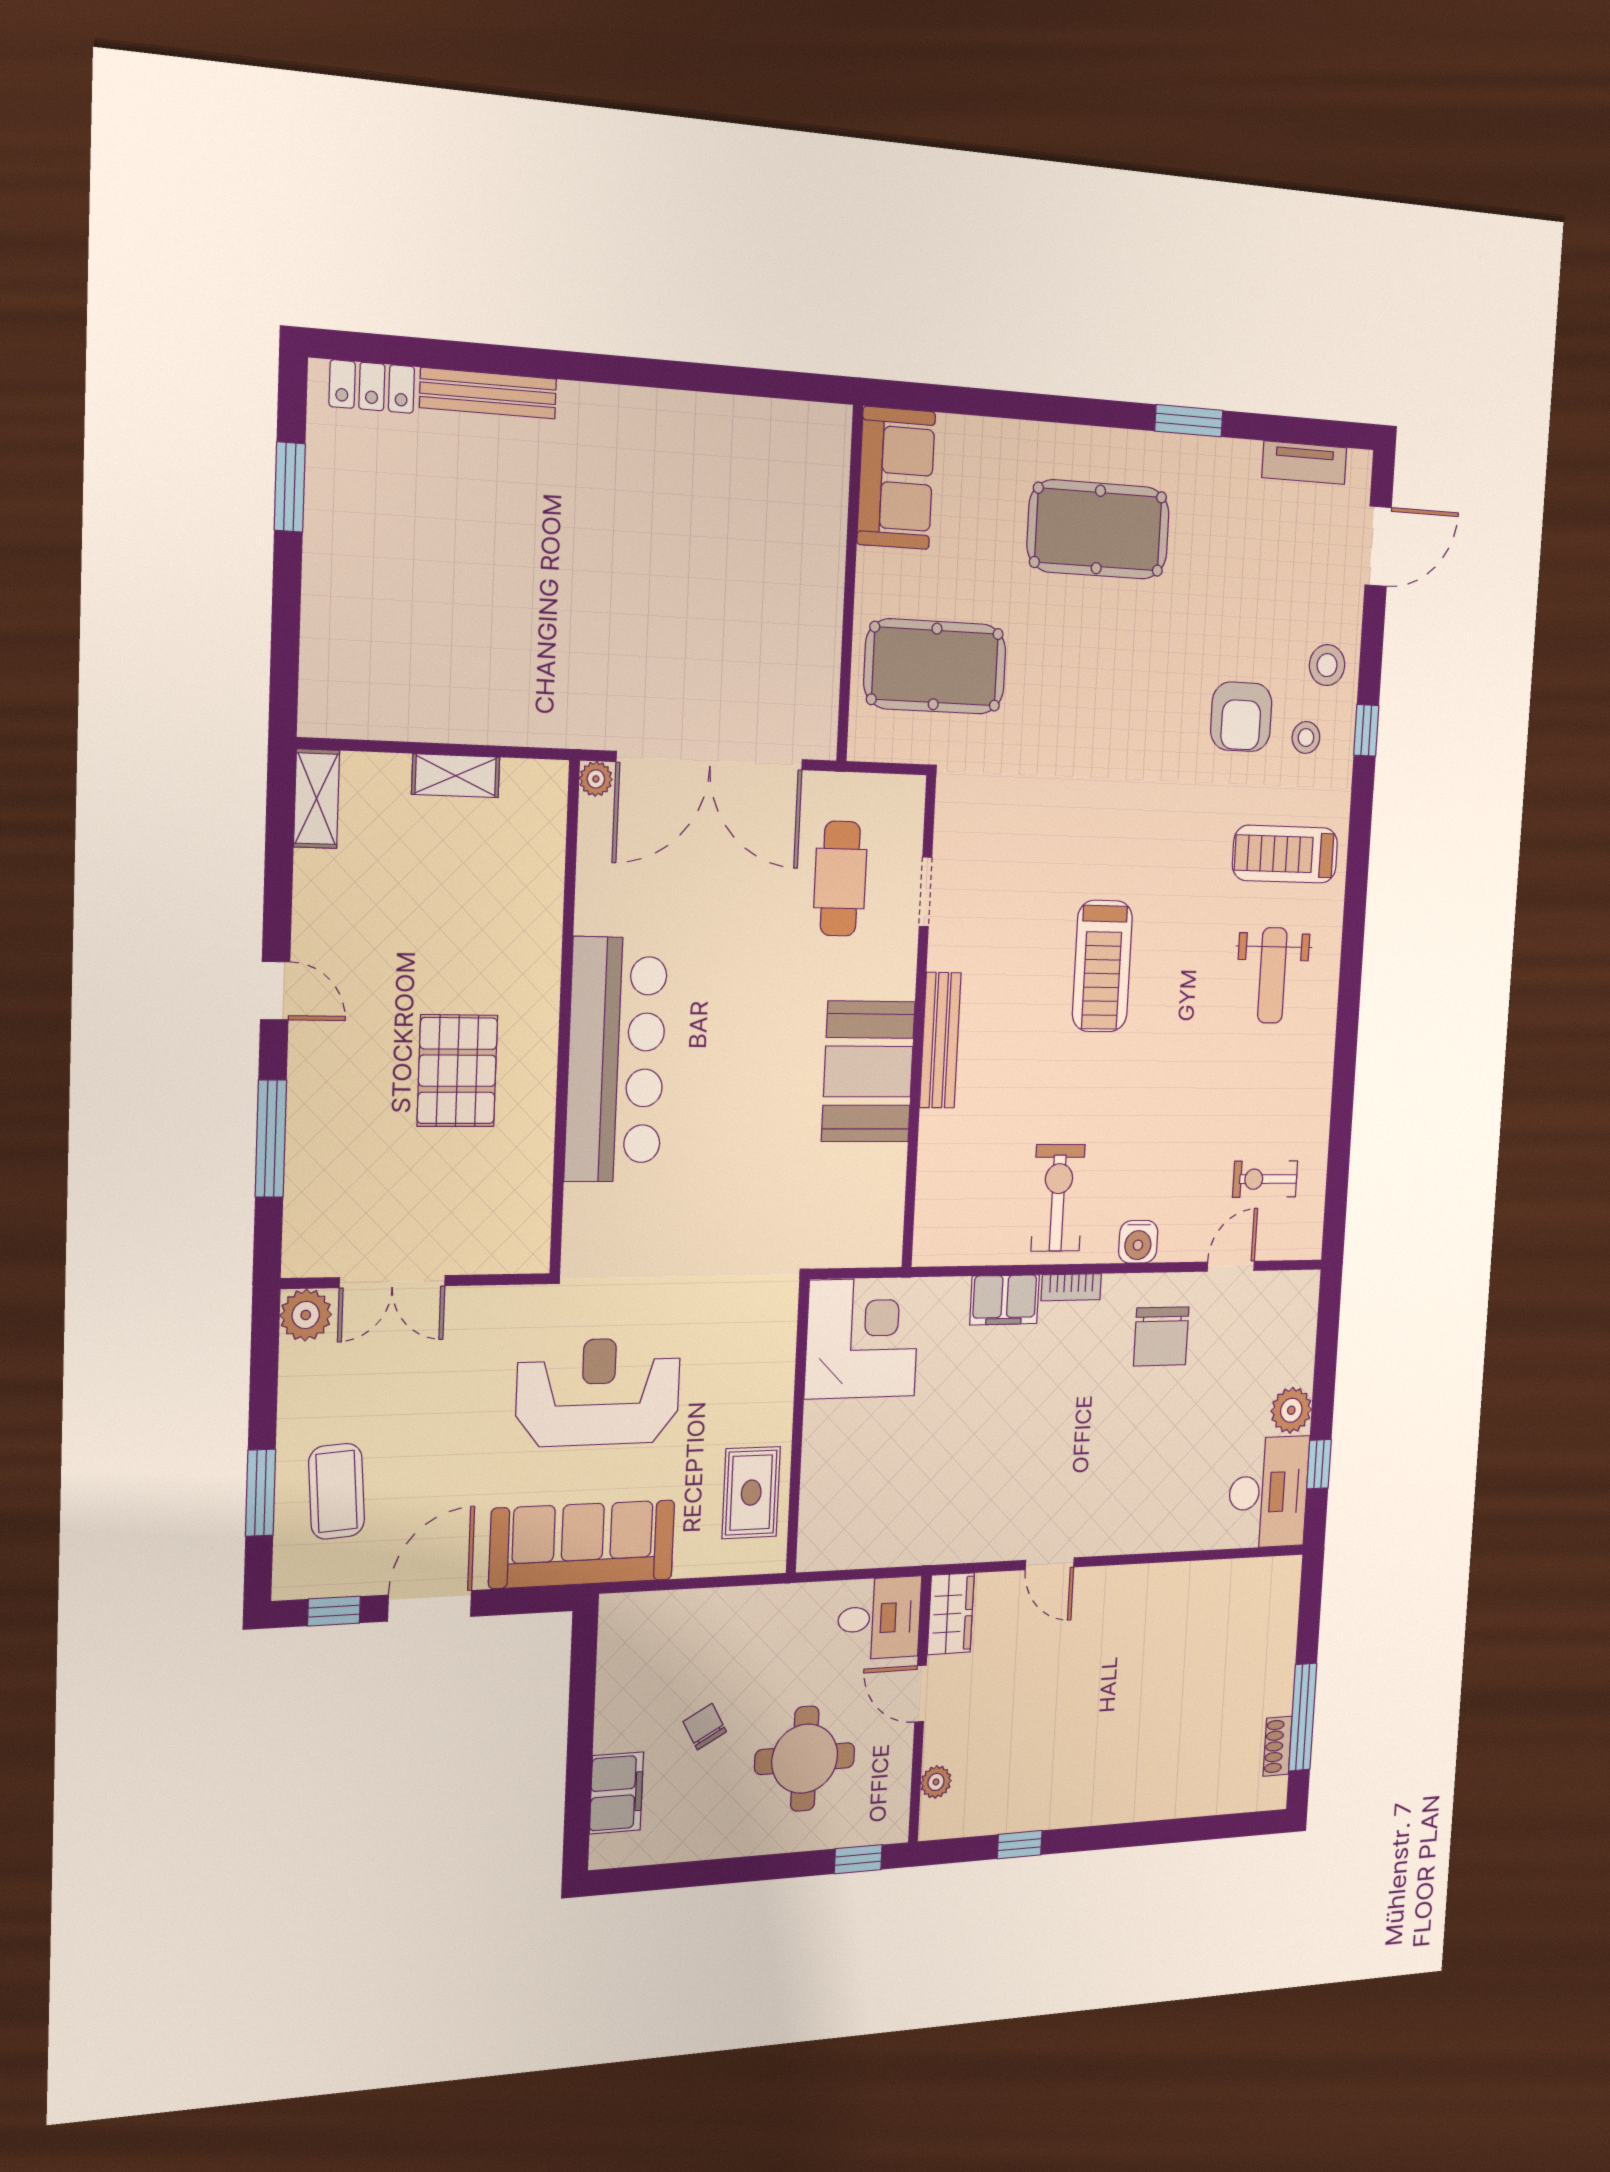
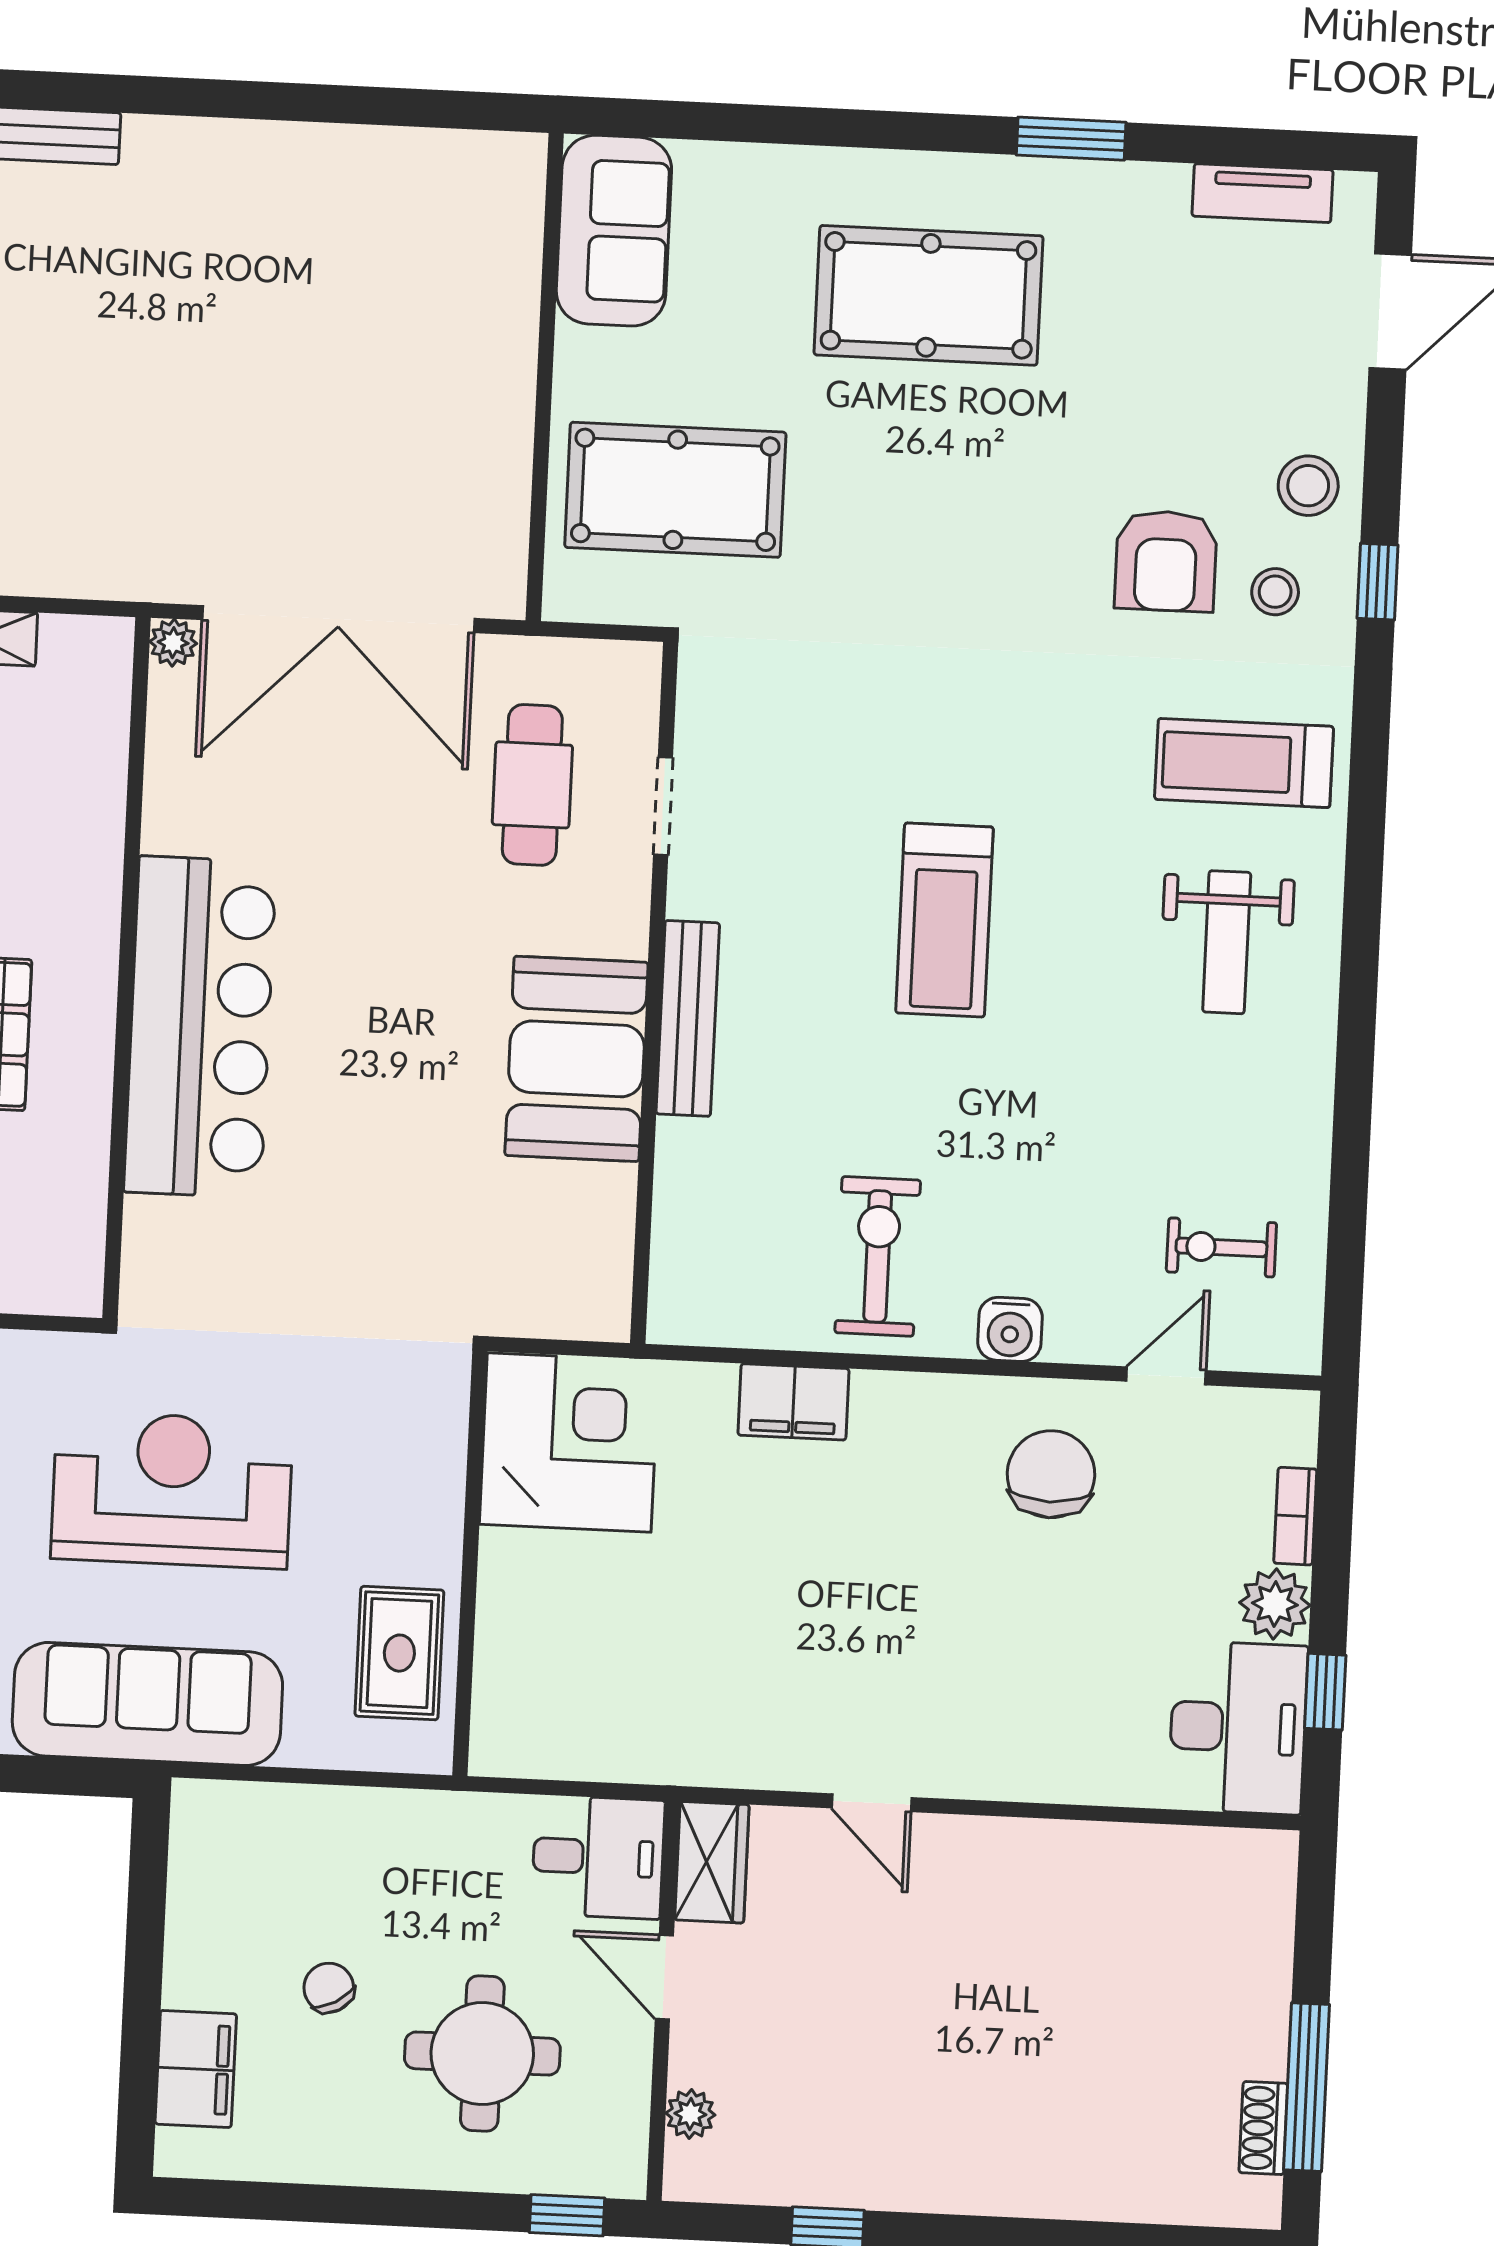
bookcase: (1071, 1287) -> (1295, 1516), moved, turned 90
chair: (1161, 1336) -> (1051, 1474), turned 180

